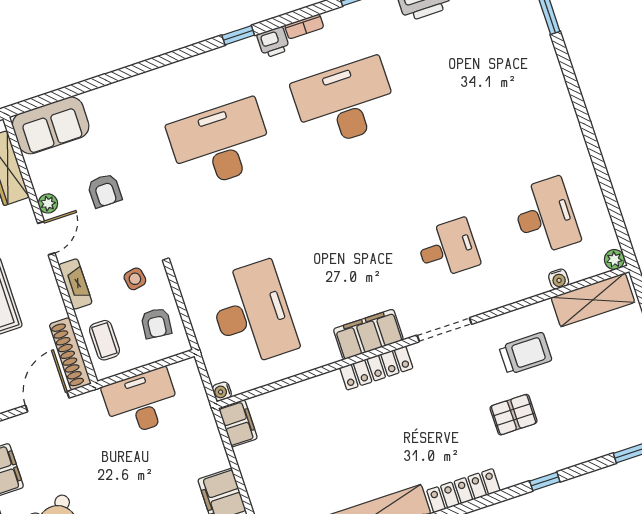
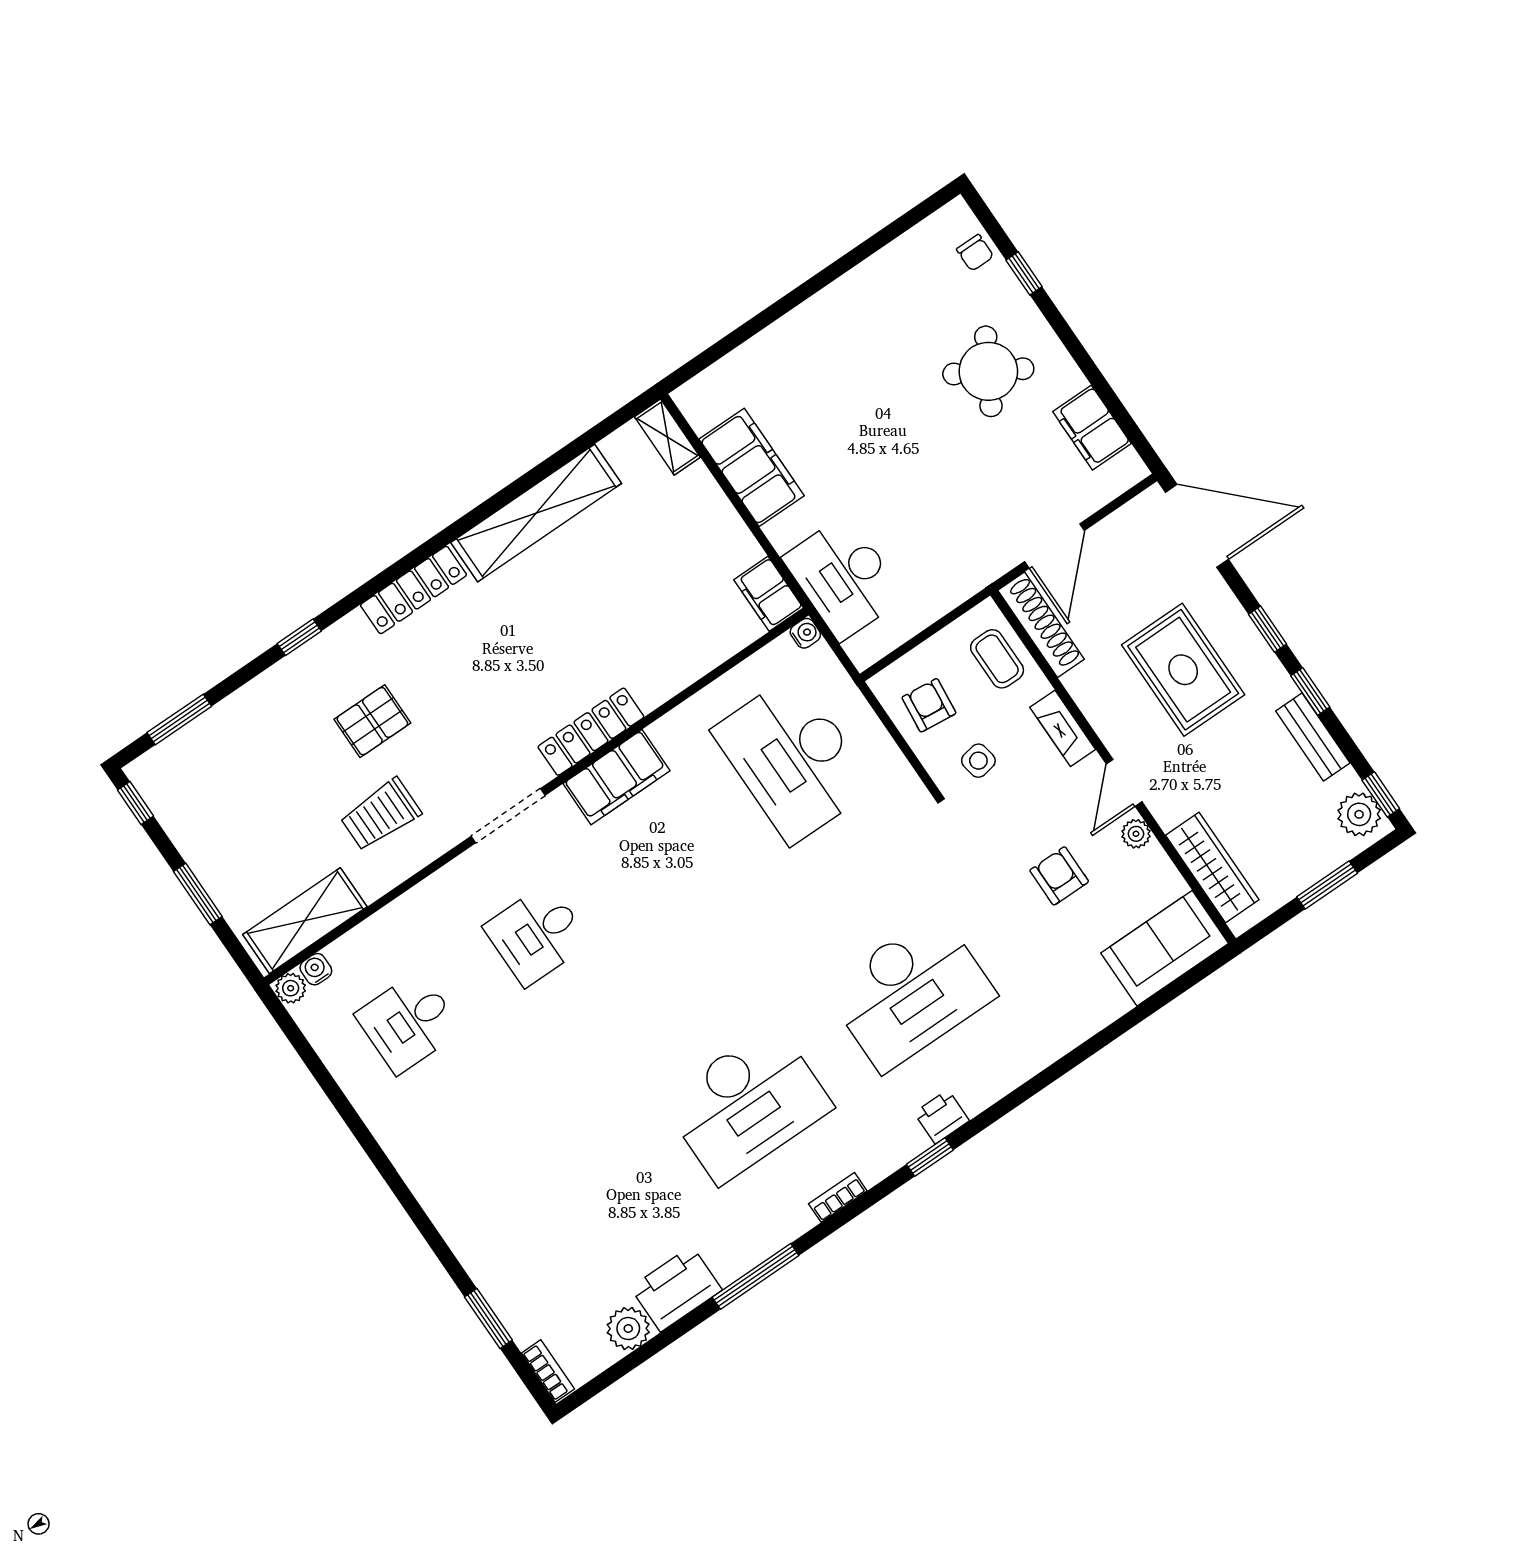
printer: (273, 42) -> (942, 1117), moved
desk: (546, 216) -> (408, 1022), width x0.73
water cooler: (559, 279) -> (316, 969), moved
desk: (142, 402) -> (844, 578), moved, turned 90

